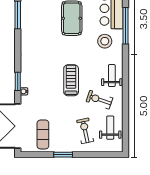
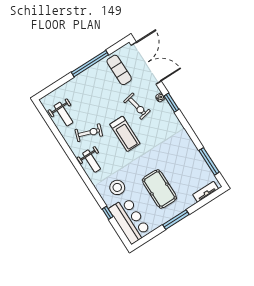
window: (125, 26) -> (108, 213), width x0.32
exercise bike: (85, 131) -> (137, 106), moved
window: (63, 155) -> (90, 64), width x2.11

